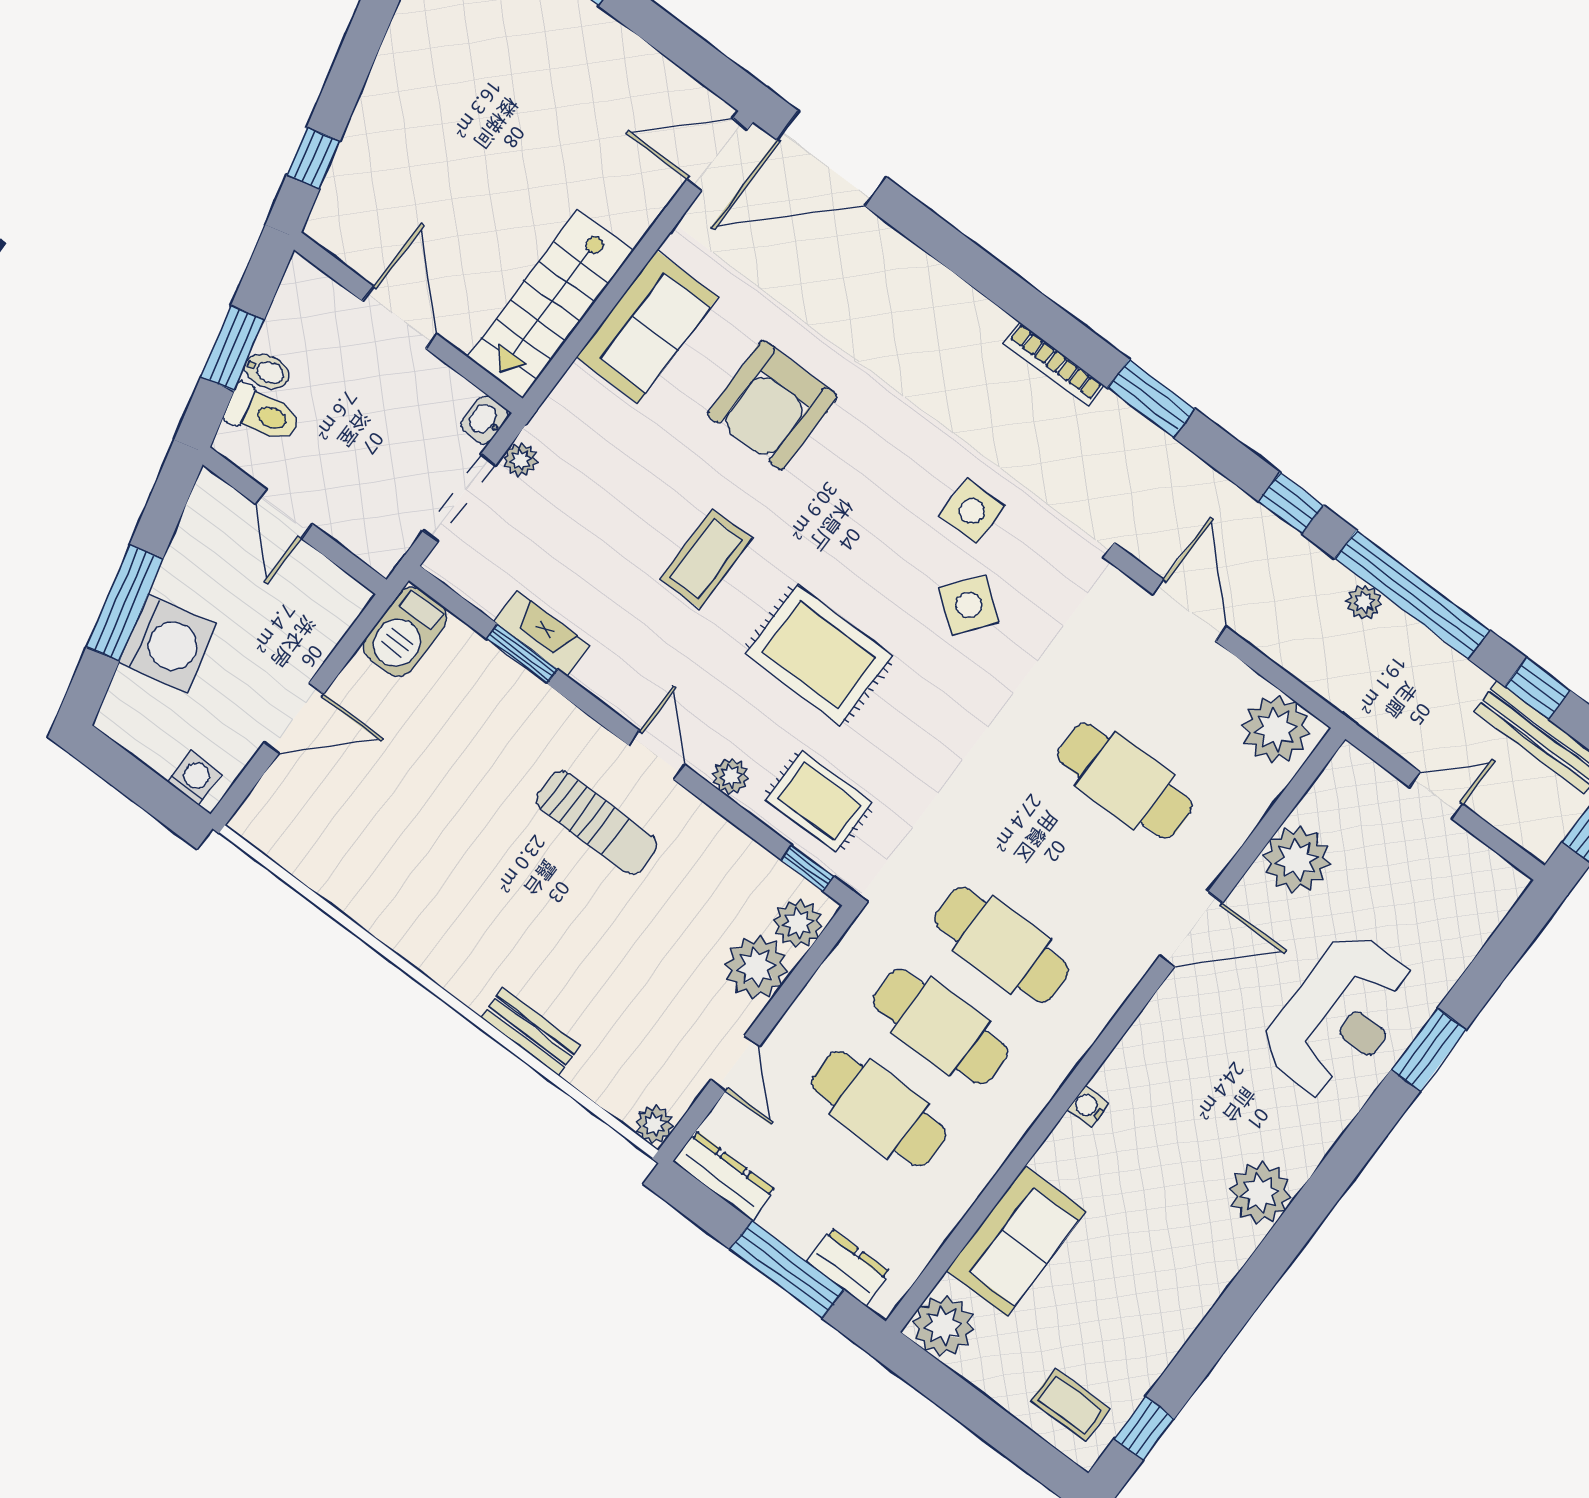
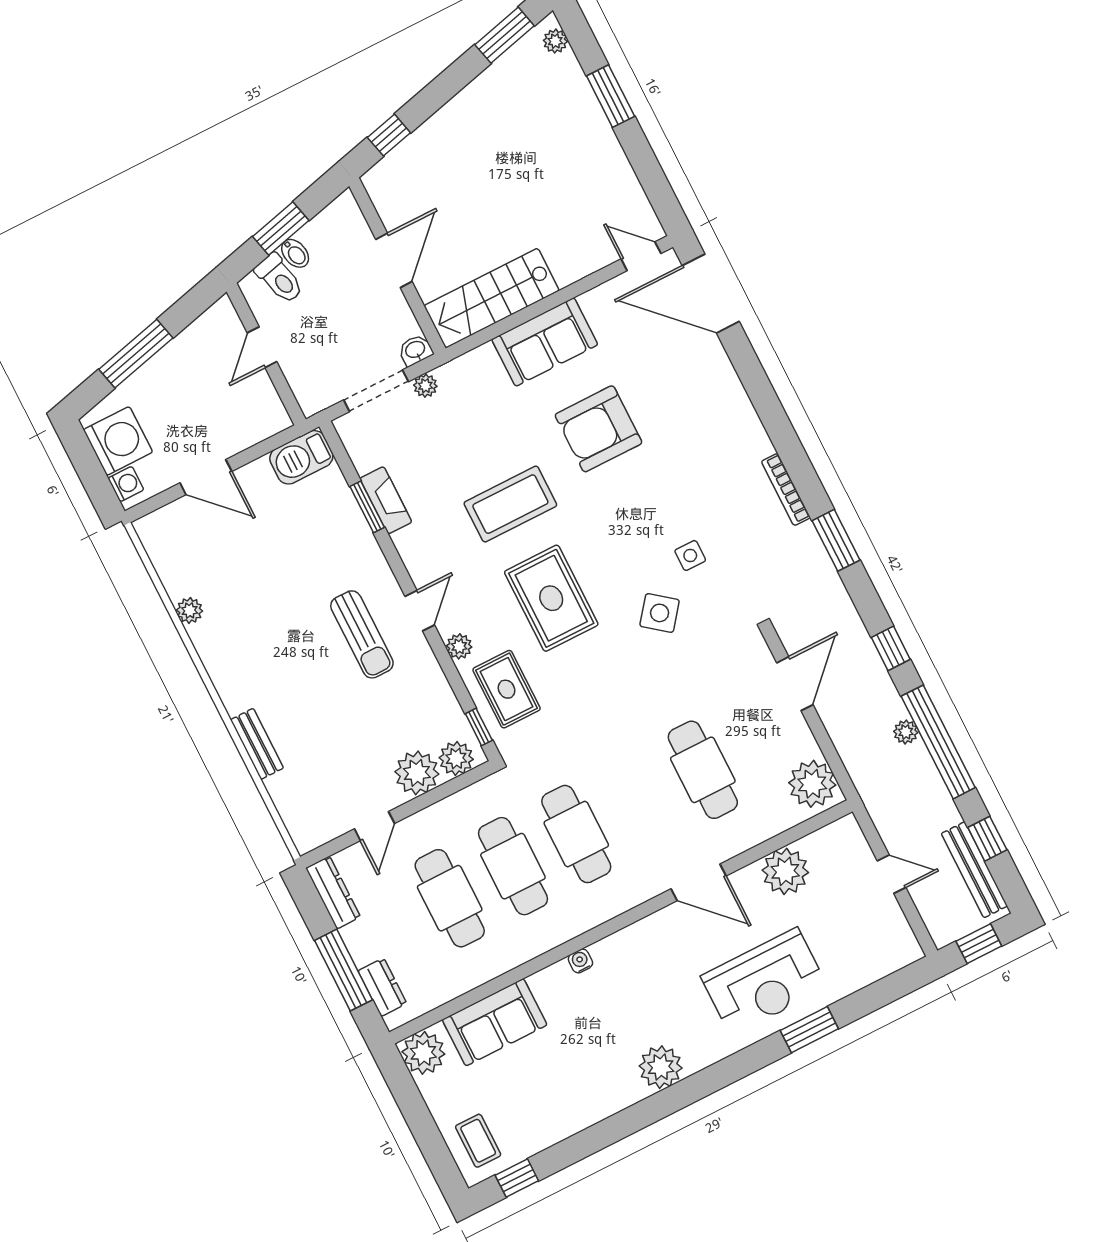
door: (717, 154) -> (641, 256), width x0.73
side table: (972, 511) -> (690, 555), width x0.73, depth x0.73
coffee table: (706, 559) -> (510, 504), width x1.36, depth x1.32
washing machine: (167, 644) -> (118, 441), moved, turned -76
plant: (654, 1124) -> (190, 611), moved

